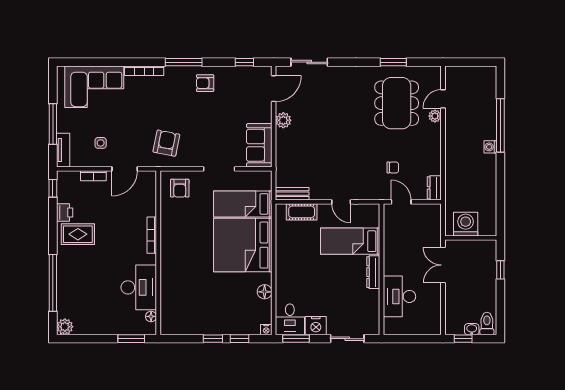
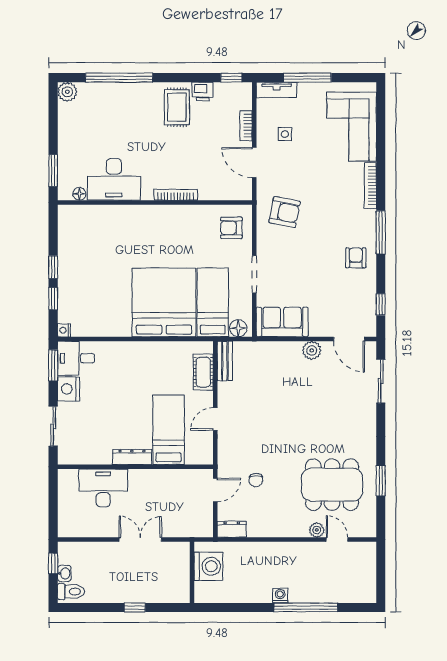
washing machine: (466, 224) -> (208, 566), moved
wall: (471, 238) -> (192, 572), moved
floor lamp: (265, 292) -> (238, 328), moved

